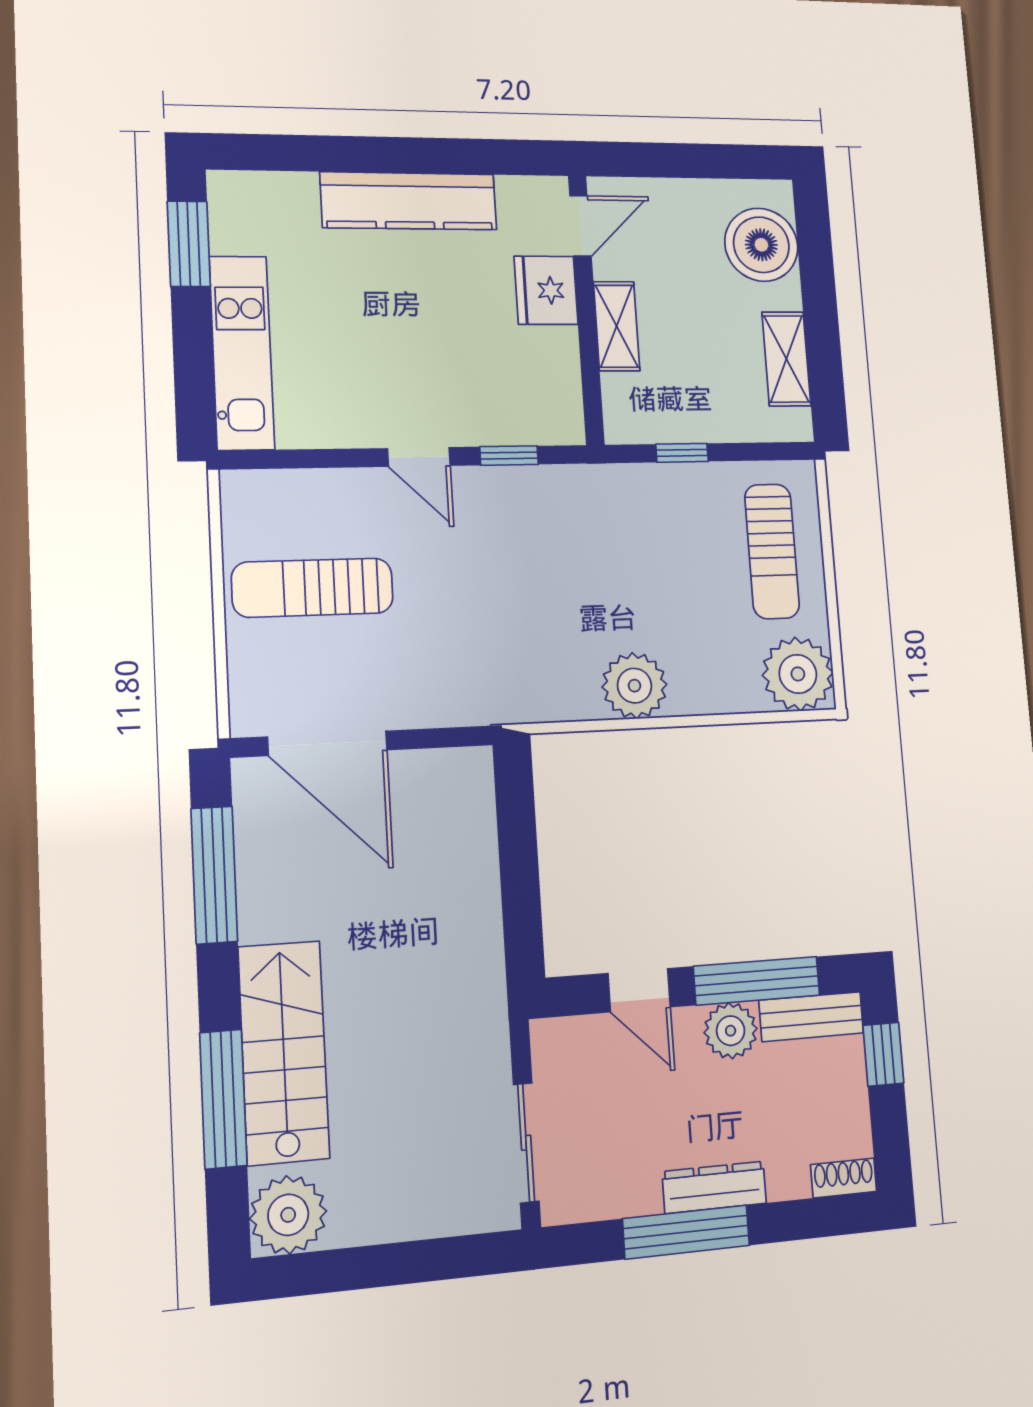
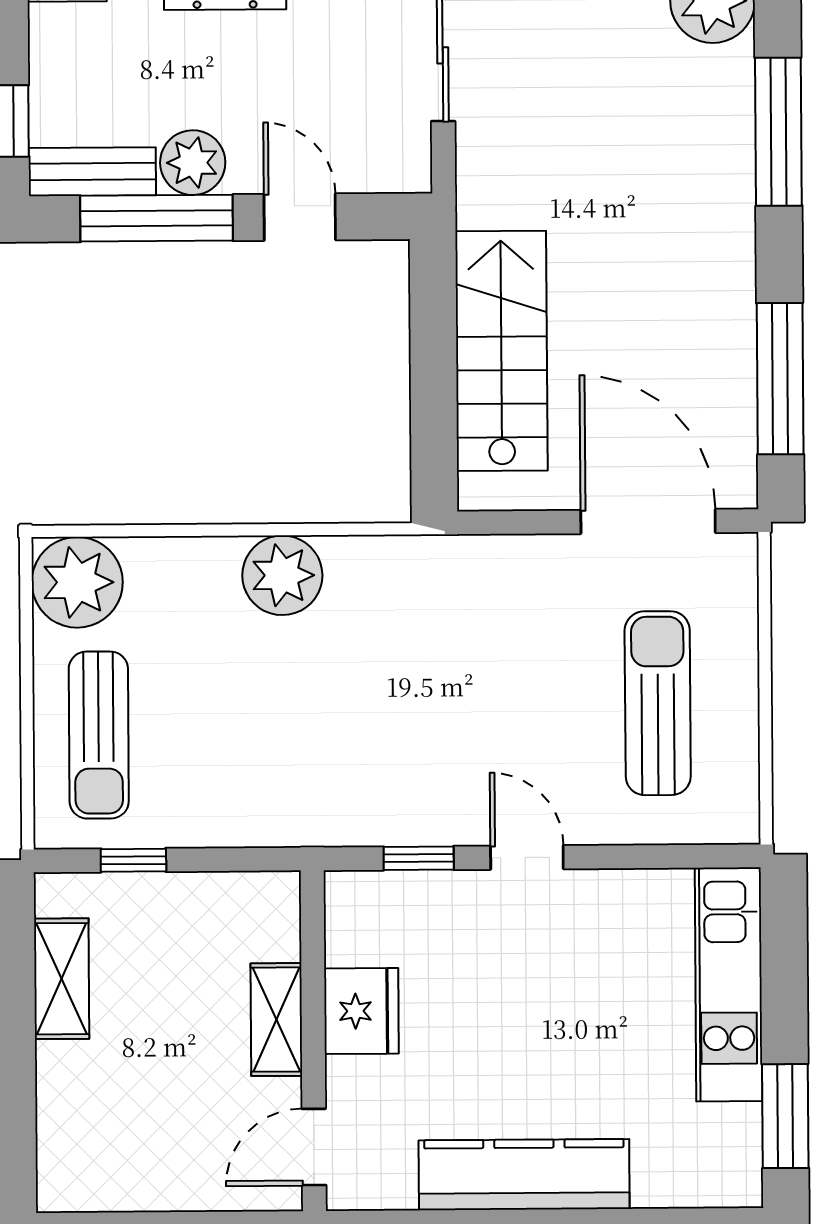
boiler: (761, 245) -> (83, 1127), removed
fridge: (546, 290) -> (361, 1011), moved
window: (682, 453) -> (133, 860), moved
sun lounger: (772, 551) -> (99, 735), turned 180
sun lounger: (313, 588) -> (658, 703), turned -90
stairs: (284, 1052) -> (501, 351), moved, turned 180

